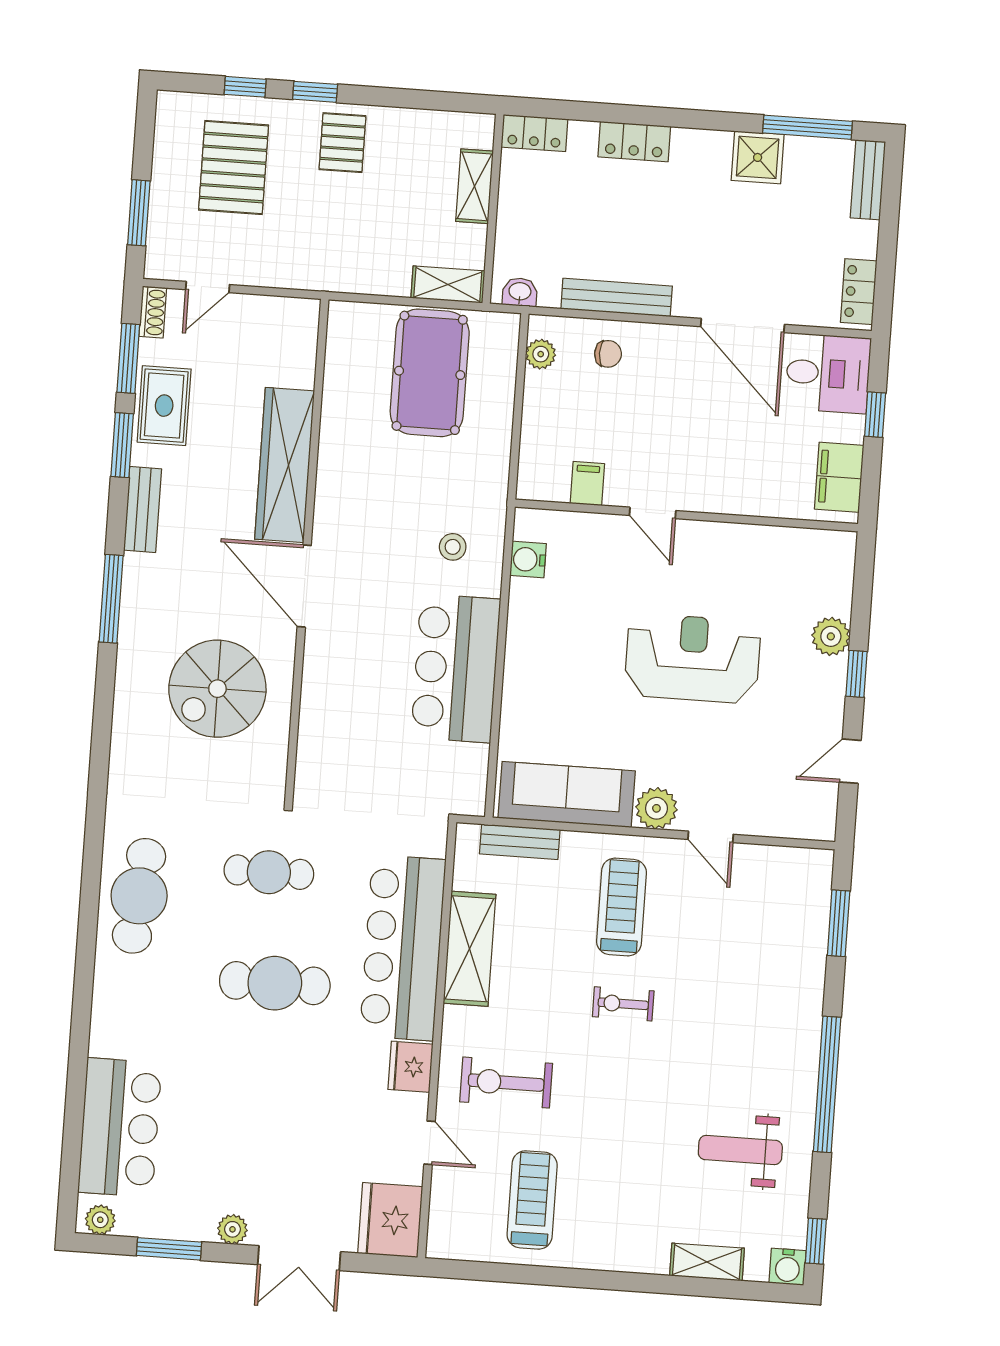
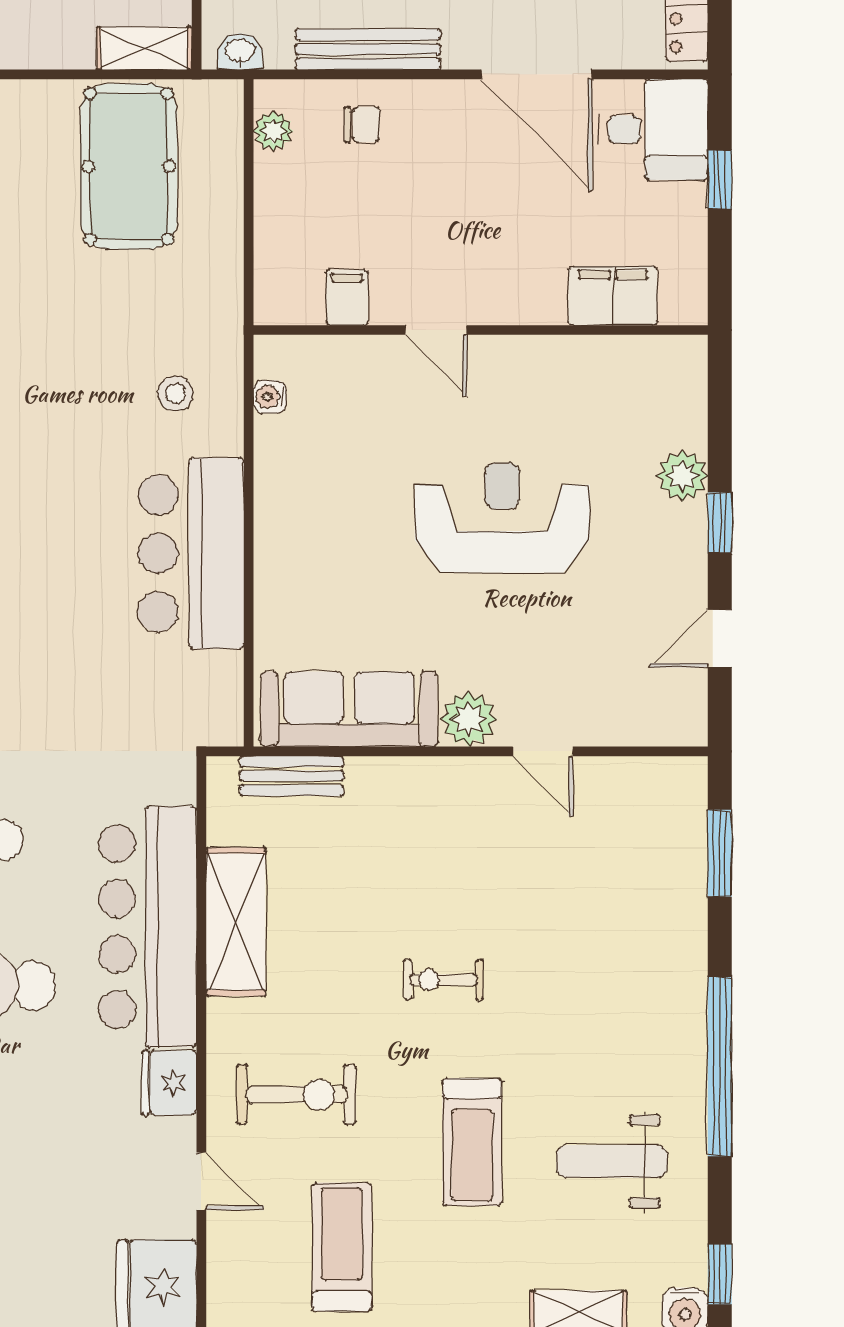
filing cabinet: (839, 477) -> (613, 296), moved, turned 90
water cooler: (528, 559) -> (270, 397), width x0.72, depth x0.72
treadmill: (621, 907) -> (472, 1142), moved, turned 180
exercise bike: (506, 1083) -> (297, 1095), turned 180

